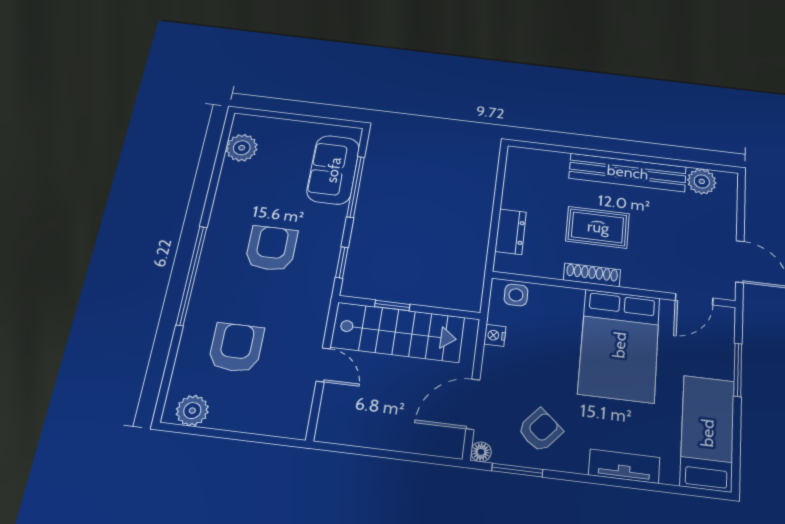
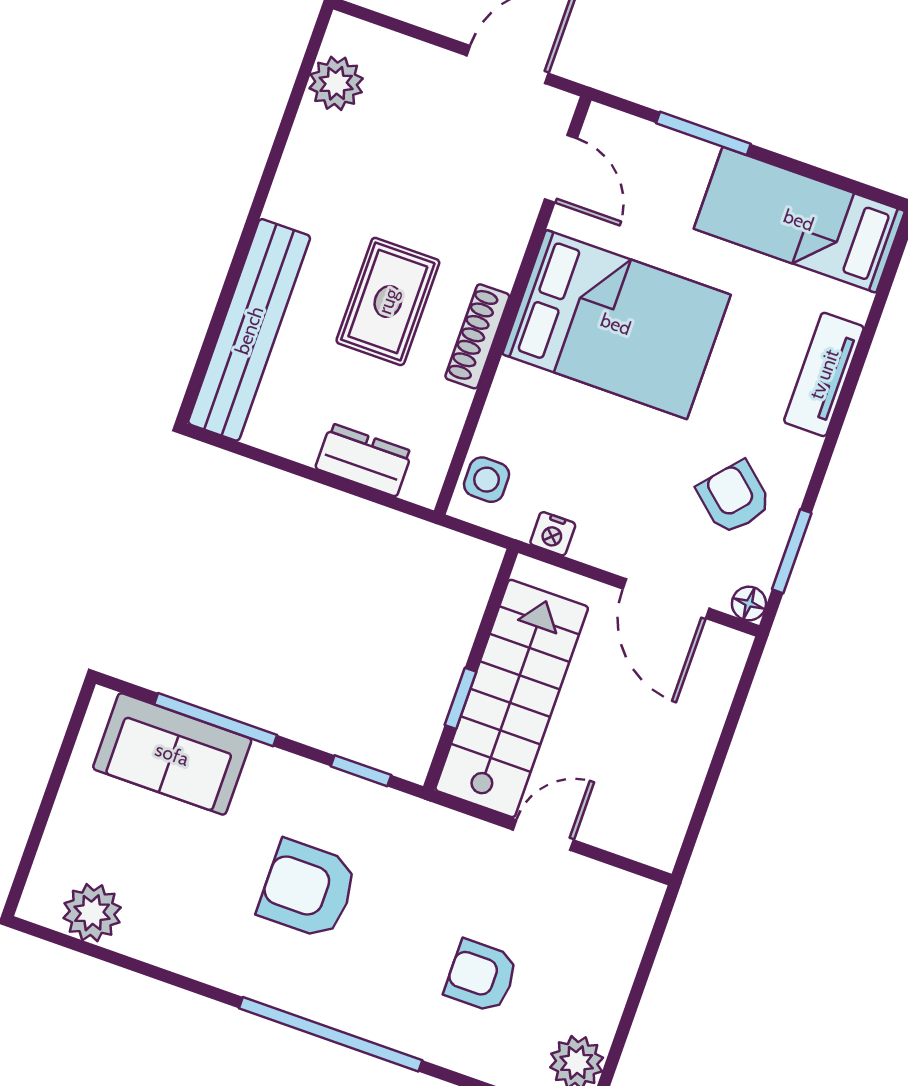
bench: (628, 172) -> (249, 330), moved
armchair: (236, 348) -> (481, 976), width x0.72, depth x0.72

